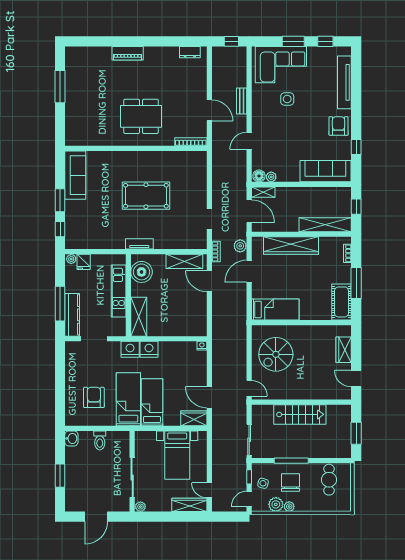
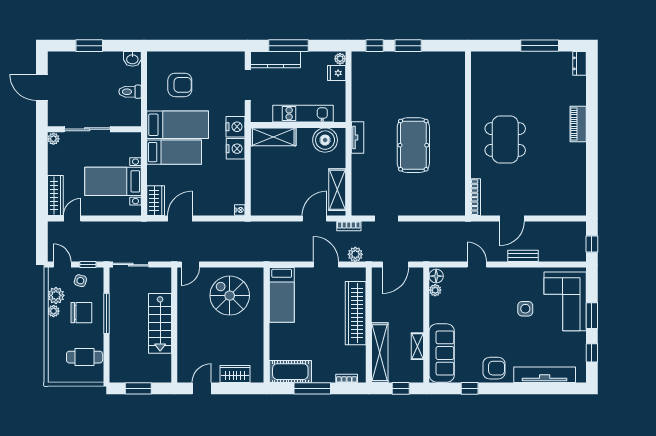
dresser: (190, 52) -> (580, 63), moved
sofa: (75, 175) -> (437, 63), removed
shelving: (263, 192) -> (417, 346), moved

